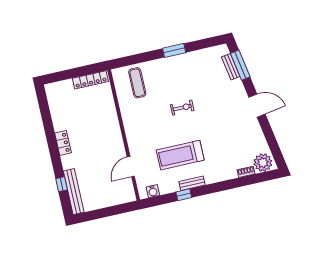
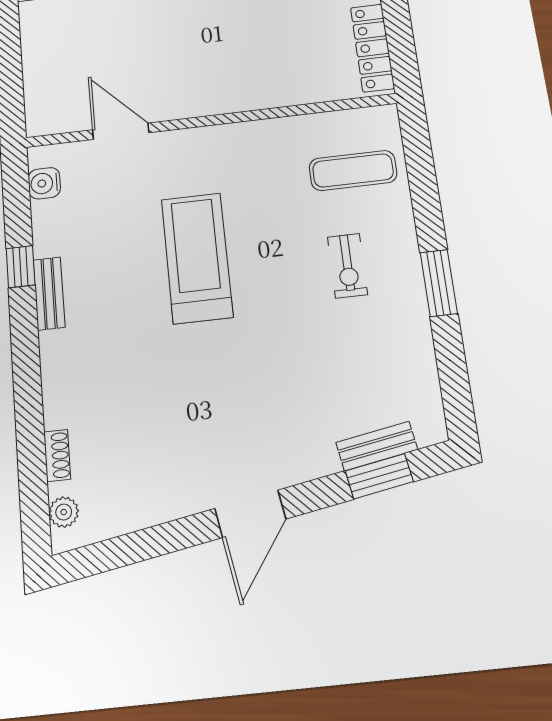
window: (240, 65) -> (379, 476), width x0.69
exercise bike: (182, 108) -> (347, 266), moved
treadmill: (180, 155) -> (197, 258), moved
plant: (263, 163) -> (64, 512), width x0.53, depth x0.53

